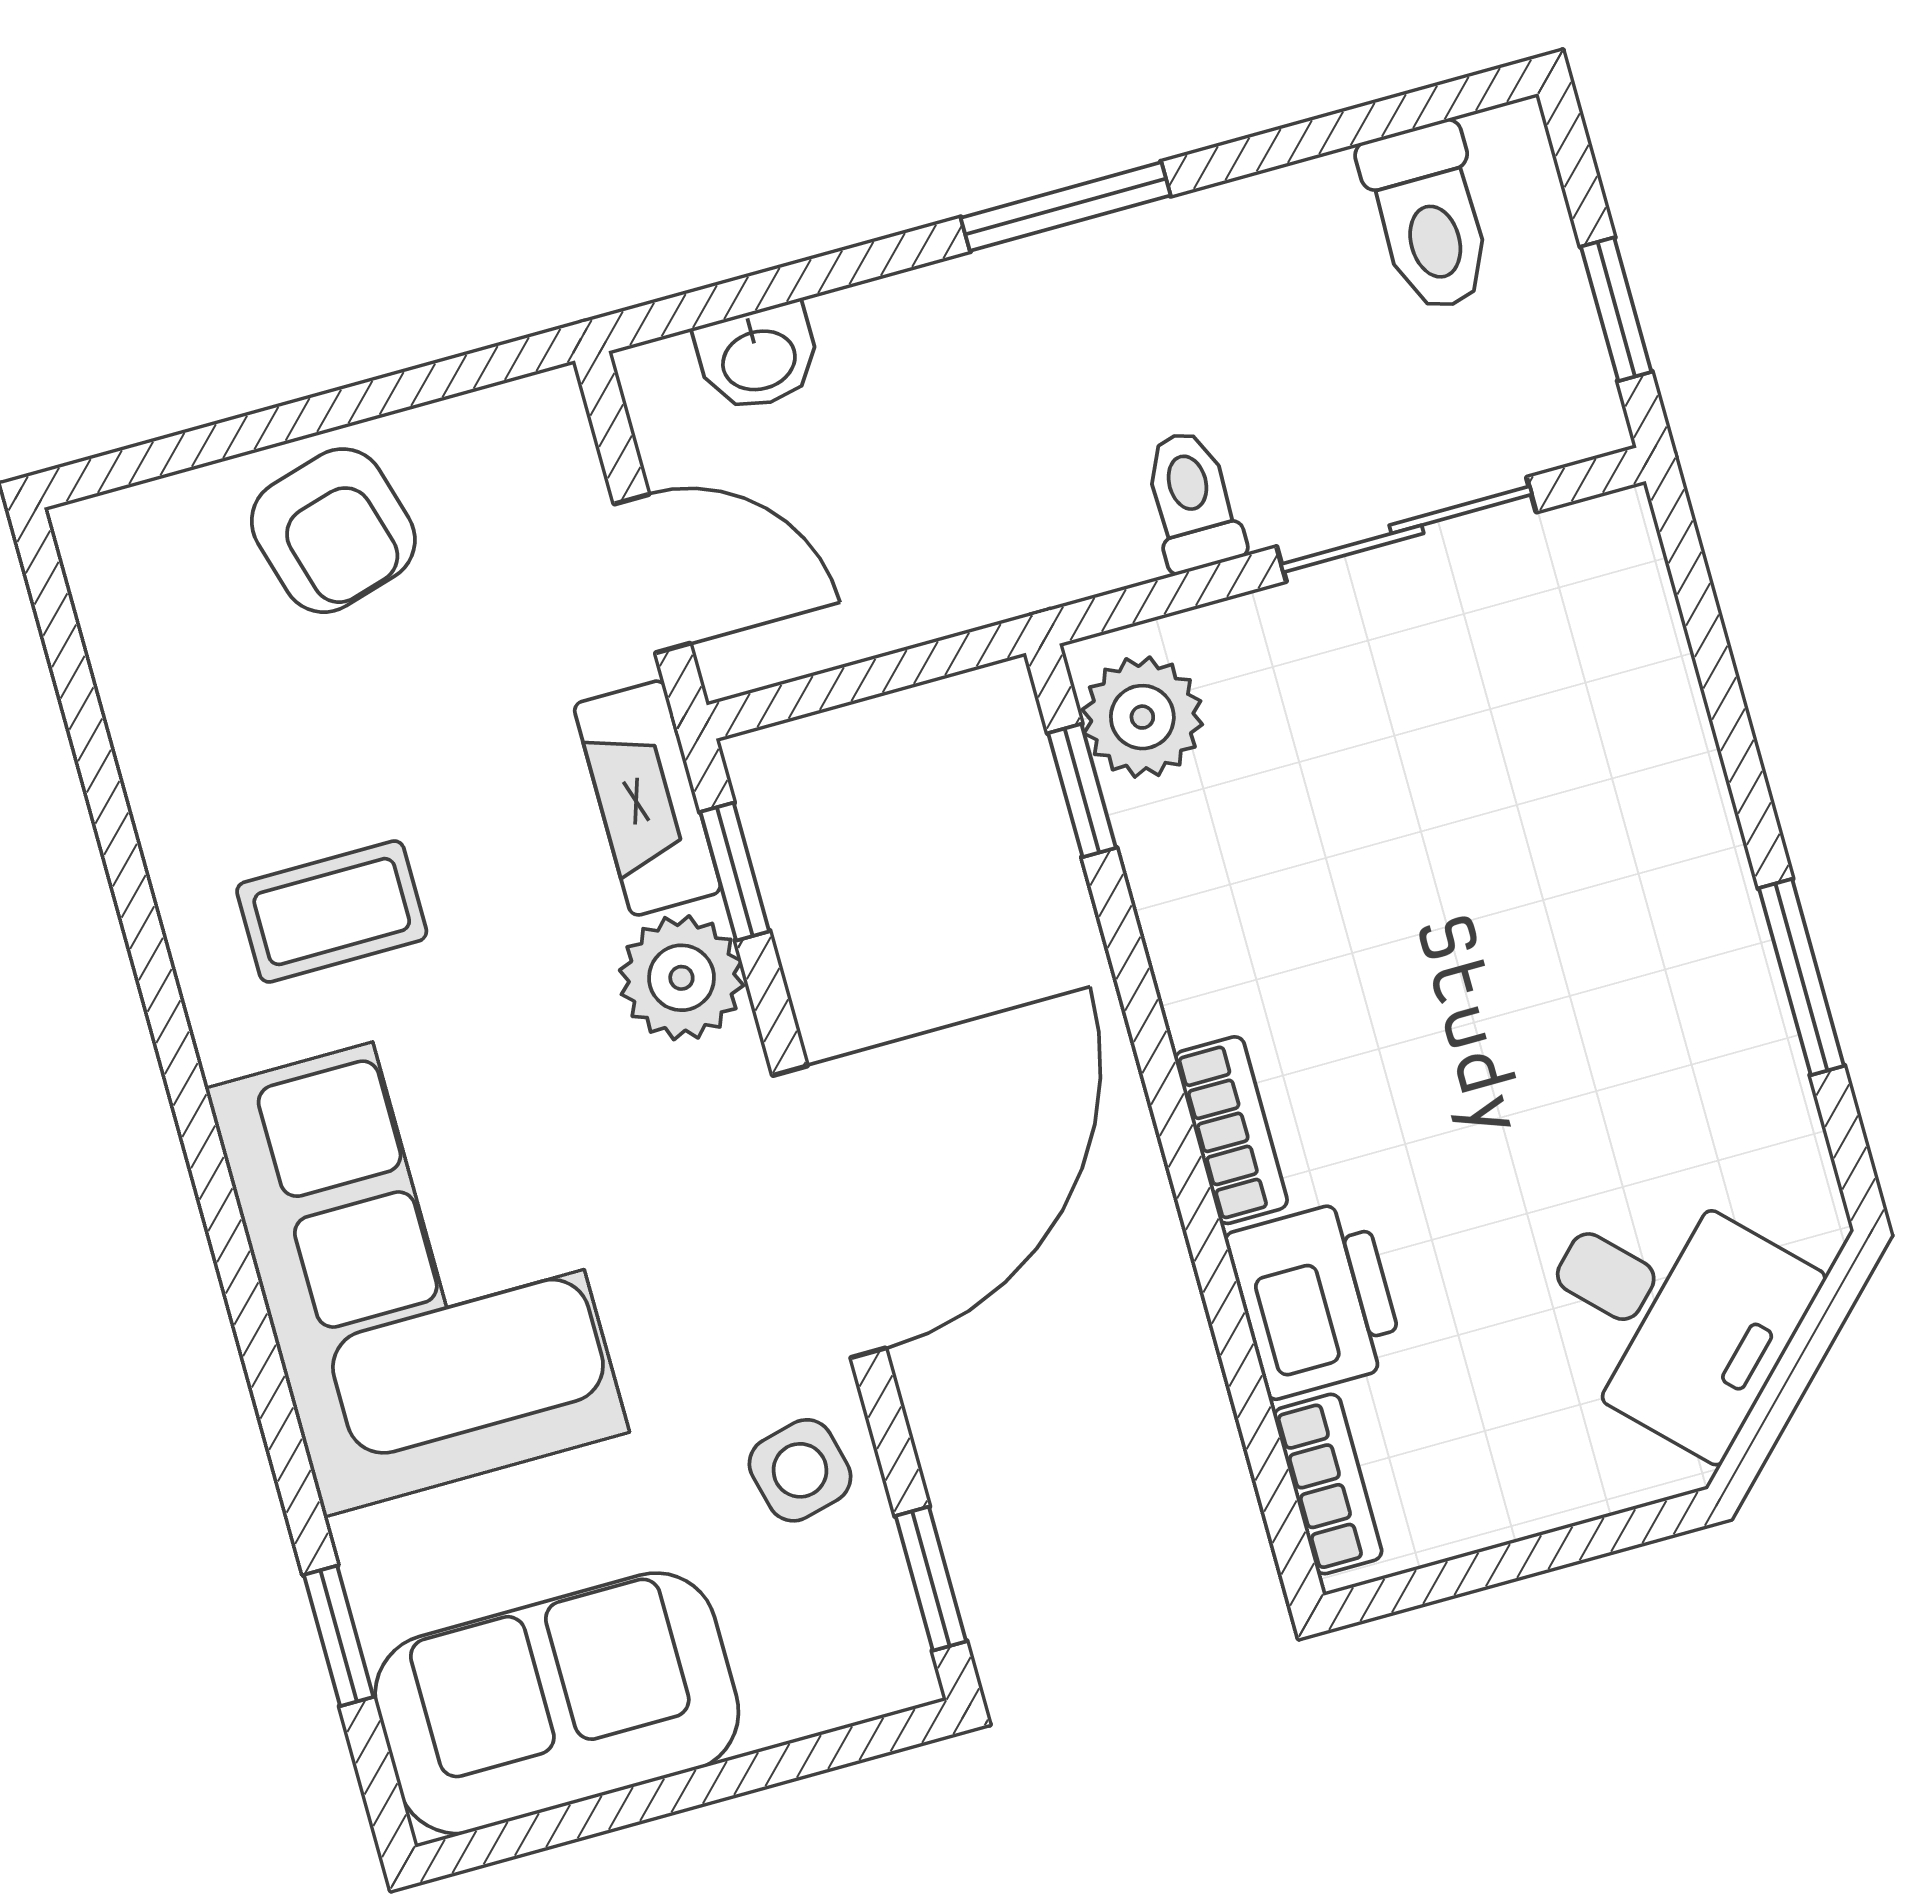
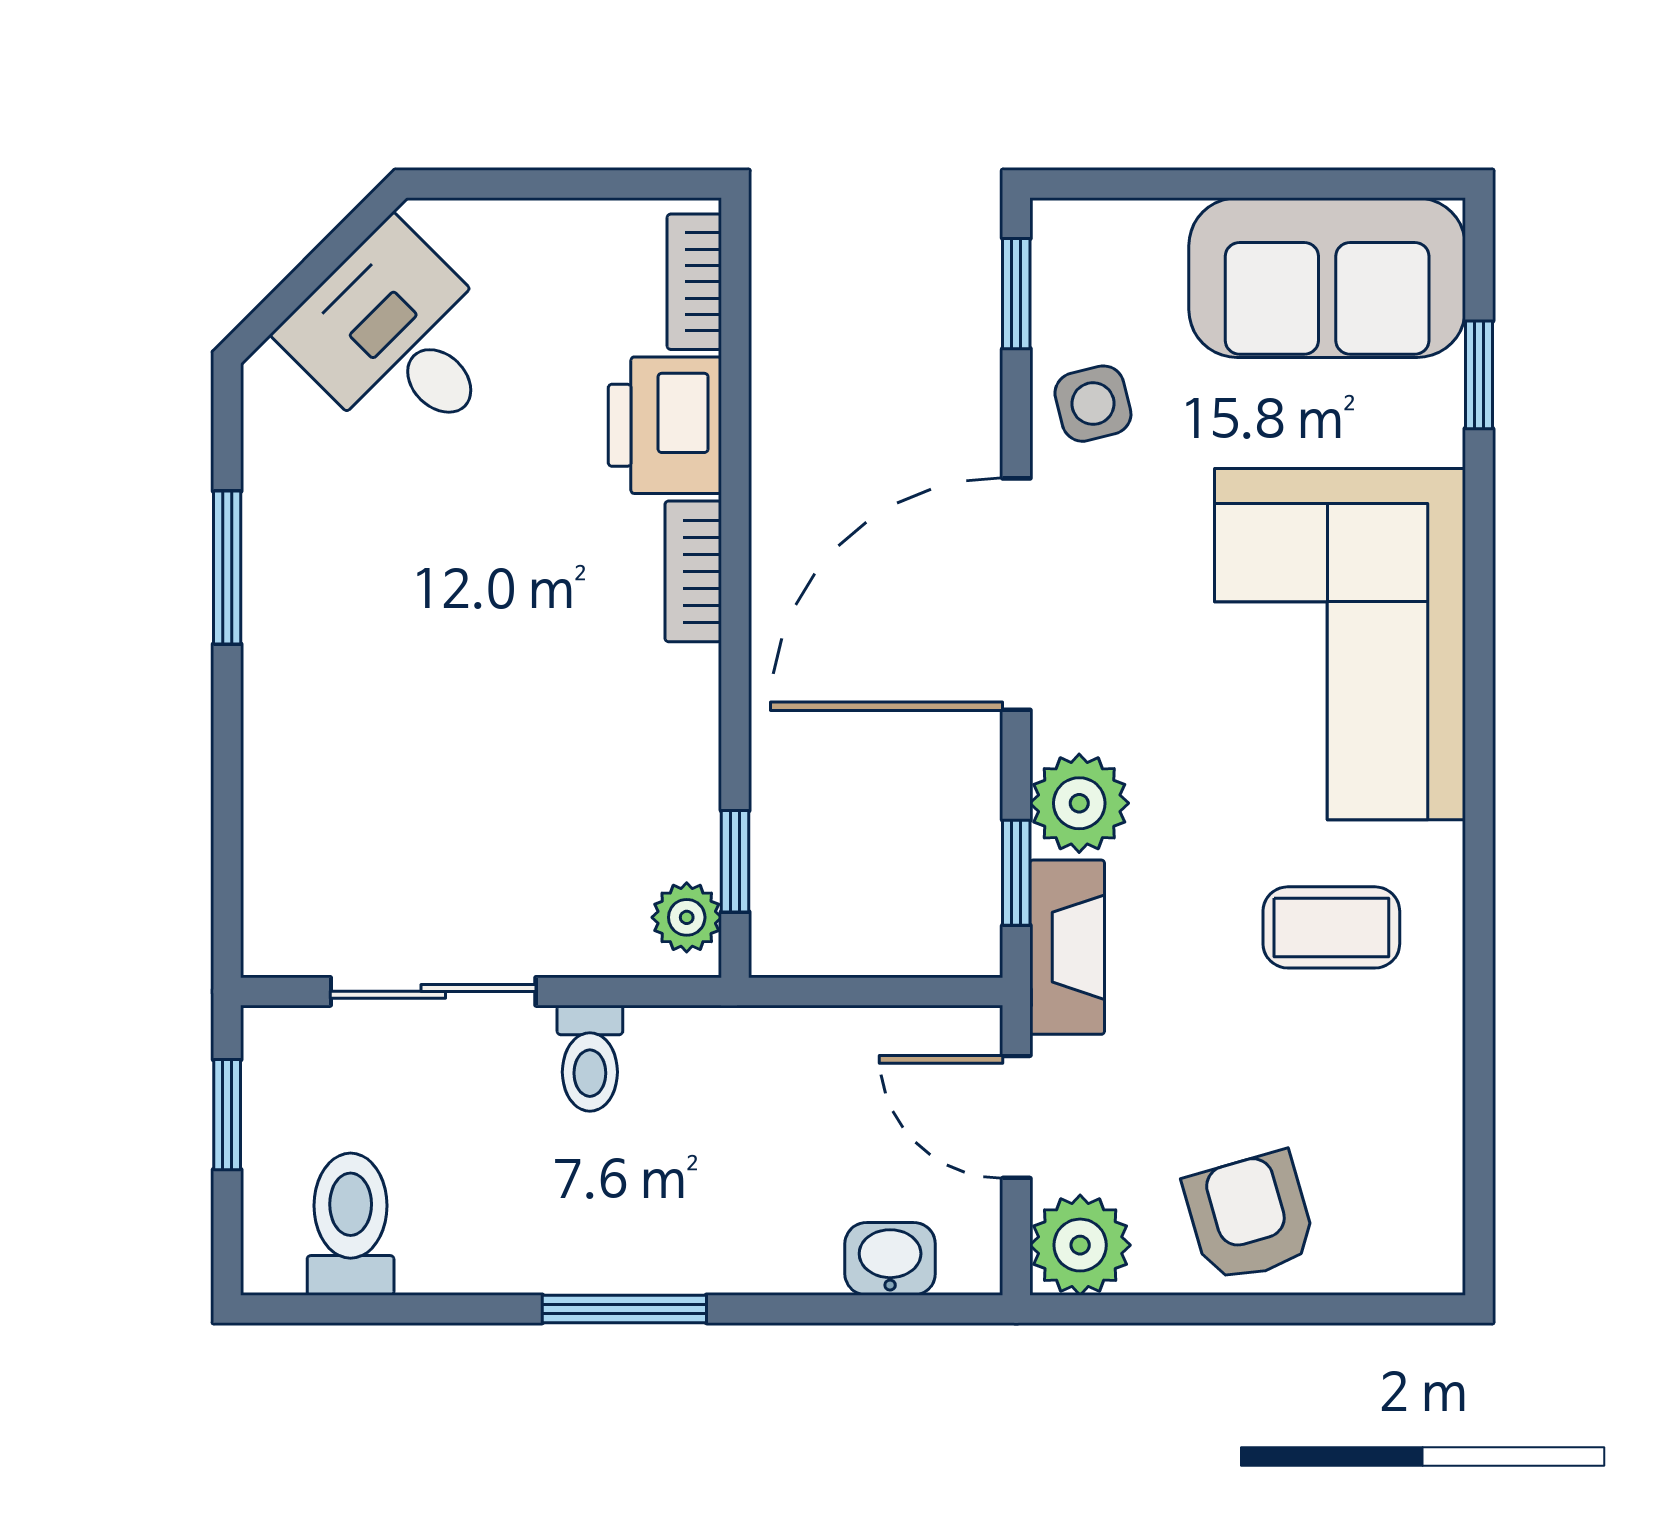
plant: (531, 439) -> (1080, 1245), added
plant: (1142, 717) -> (687, 917), width x0.73, depth x0.73

